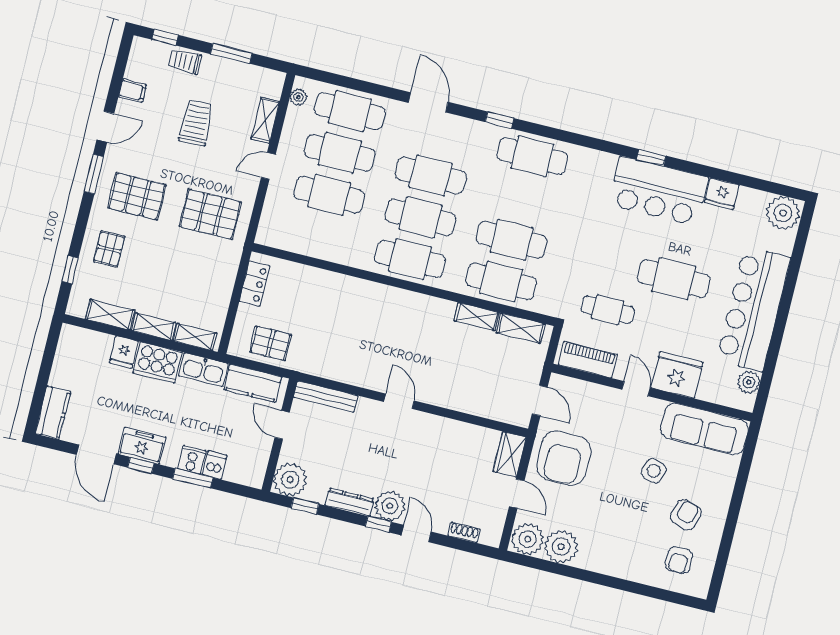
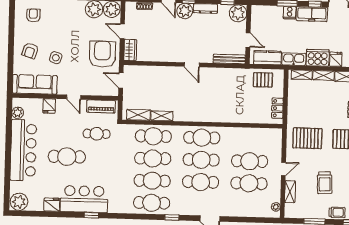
cafe table: (350, 111) -> (152, 181), moved
fridge: (677, 375) -> (49, 106), width x0.53, depth x0.75
freezer: (142, 446) -> (312, 14), width x1.40
dishwasher: (214, 465) -> (278, 12), removed
armchair: (686, 515) -> (30, 51), moved

